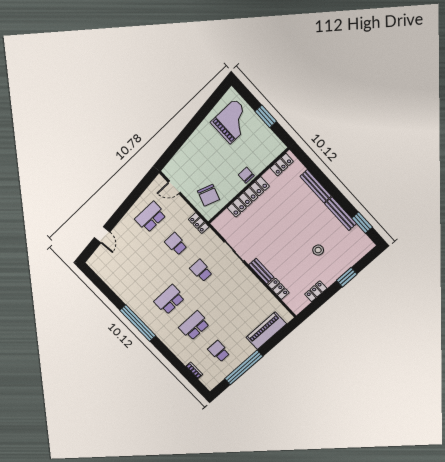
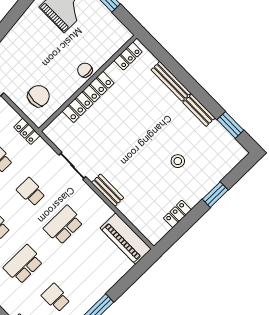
chair: (208, 195) -> (39, 96), turned -109
bench: (341, 214) -> (199, 110), width x0.73
locker: (278, 289) -> (130, 212), removed
school desk: (226, 297) -> (63, 225), added
piano: (266, 331) -> (126, 239), moved, turned -90

